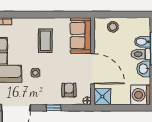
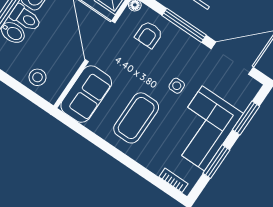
coffee table: (45, 41) -> (136, 118), width x1.36, depth x1.32
window: (53, 108) -> (184, 25), width x2.17

